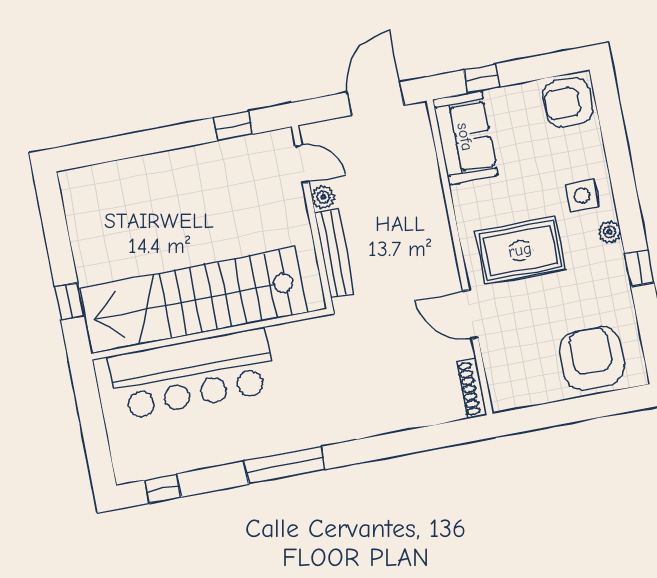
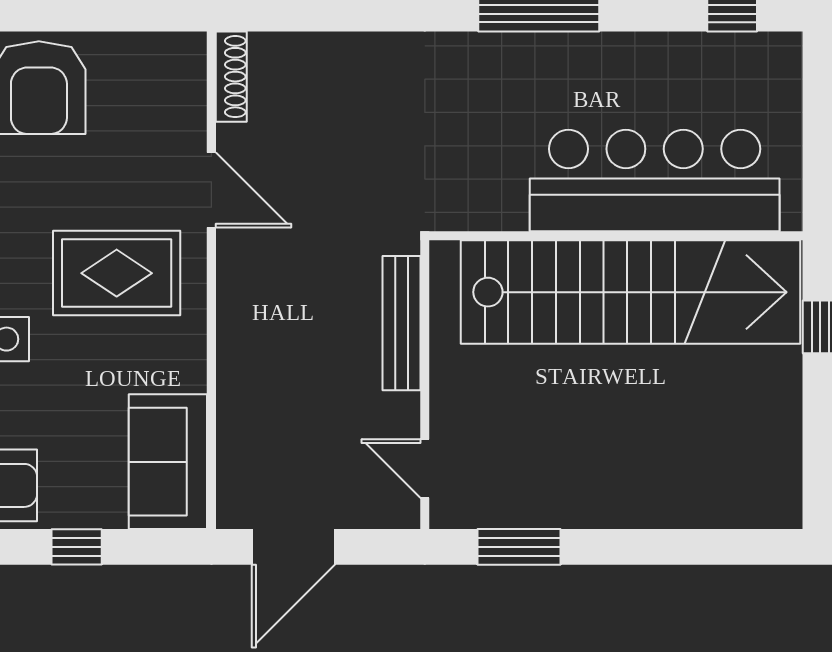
window: (482, 78) -> (77, 547), moved
window: (233, 126) -> (519, 547), width x1.50
plant: (323, 197) -> (402, 412), removed

